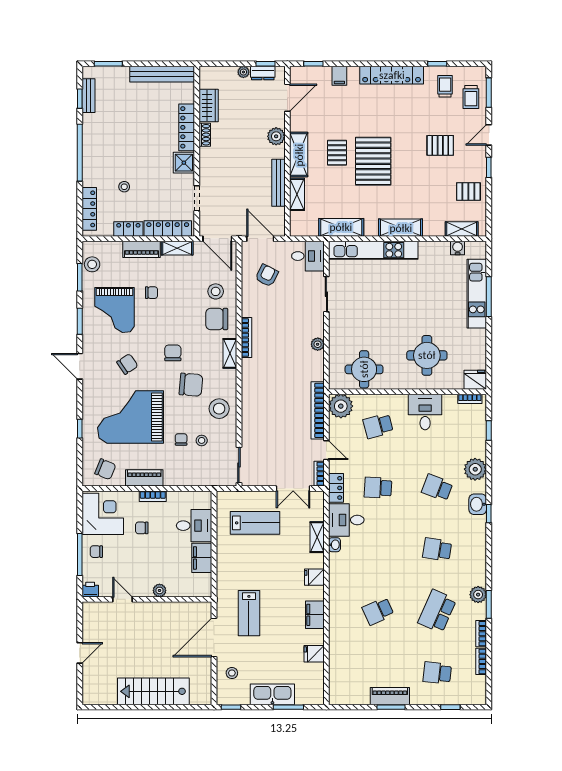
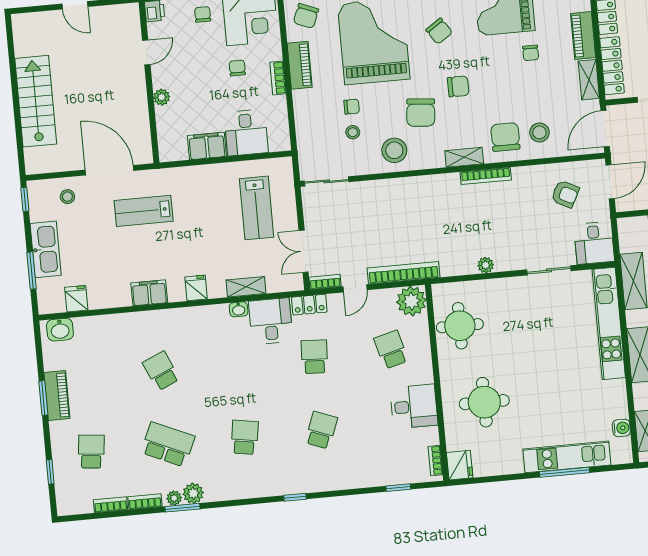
plant: (475, 469) -> (174, 498), moved, width x0.53, depth x0.53
washbasin: (478, 504) -> (60, 330), moved, turned 180
fridge: (314, 654) -> (76, 299), moved

